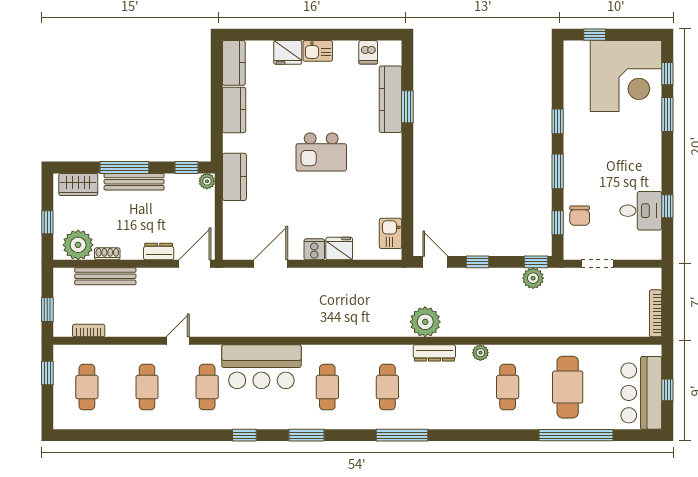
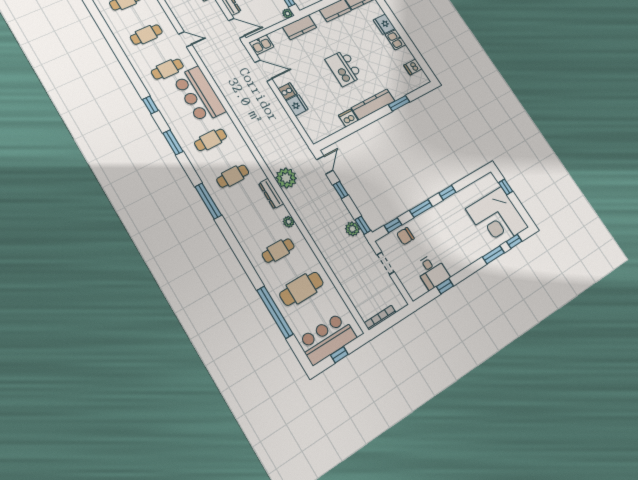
kitchen counter: (390, 99) -> (373, 104), moved
dishwasher: (391, 190) -> (348, 118), added
kitchen sink: (391, 233) -> (261, 45), moved, turned 180

